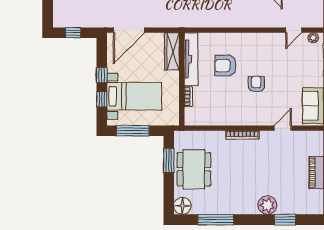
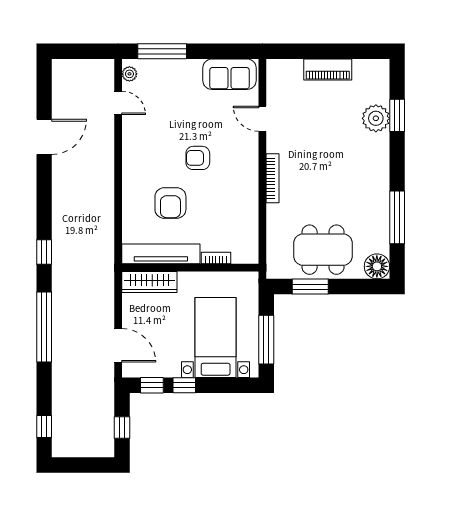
door: (129, 30) -> (118, 345), width x0.73
window: (102, 99) -> (152, 385), moved
plant: (267, 205) -> (376, 118), moved

